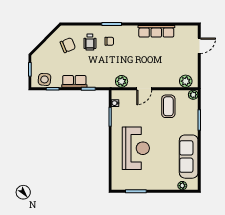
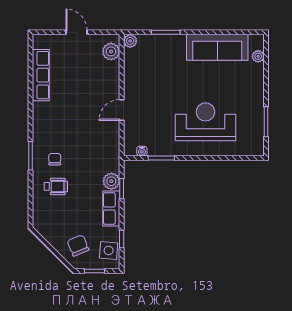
row of seats: (156, 31) -> (41, 75), moved
chair: (68, 45) -> (78, 246), moved
door: (199, 46) -> (76, 32), moved
plant: (122, 81) -> (111, 181), moved
door: (144, 89) -> (122, 110), swing flipped
coffee table: (168, 106) -> (146, 76), removed

